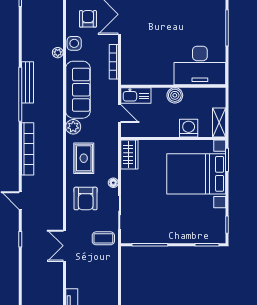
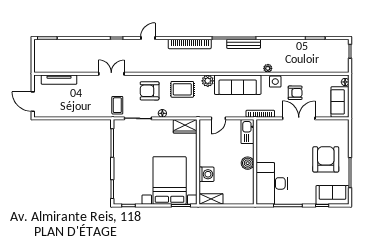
desk: (200, 65) -> (272, 183), moved
wall: (173, 86) -> (255, 162), moved
kitchen sink: (136, 95) -> (248, 132), moved
boiler: (175, 95) -> (248, 163), moved

